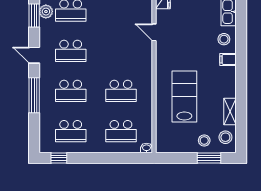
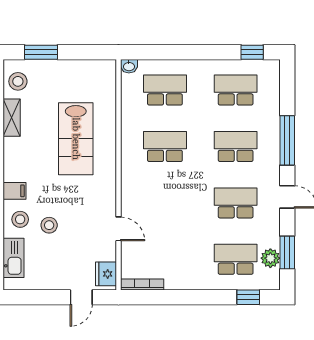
stool: (204, 140) -> (49, 225), moved

